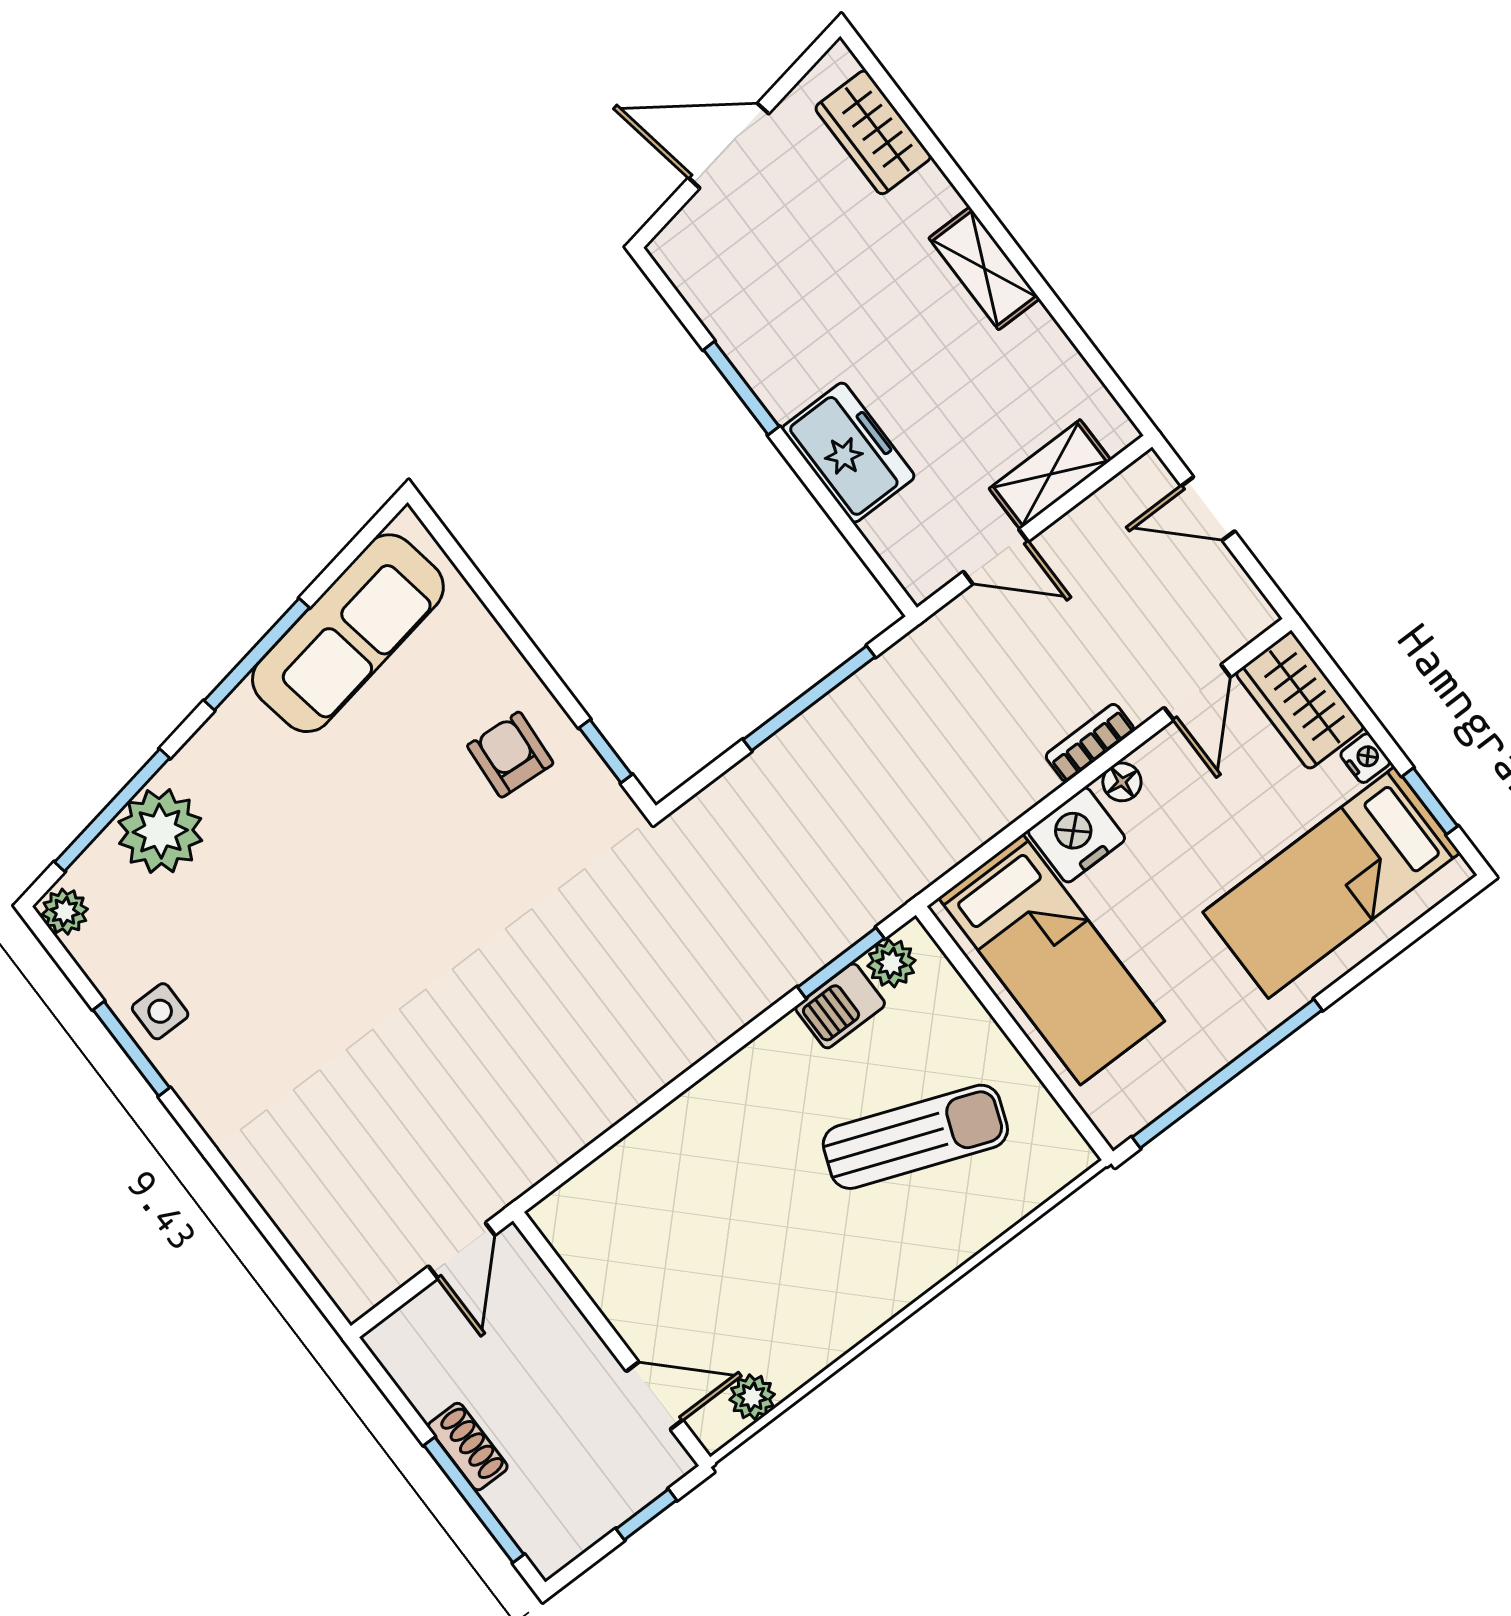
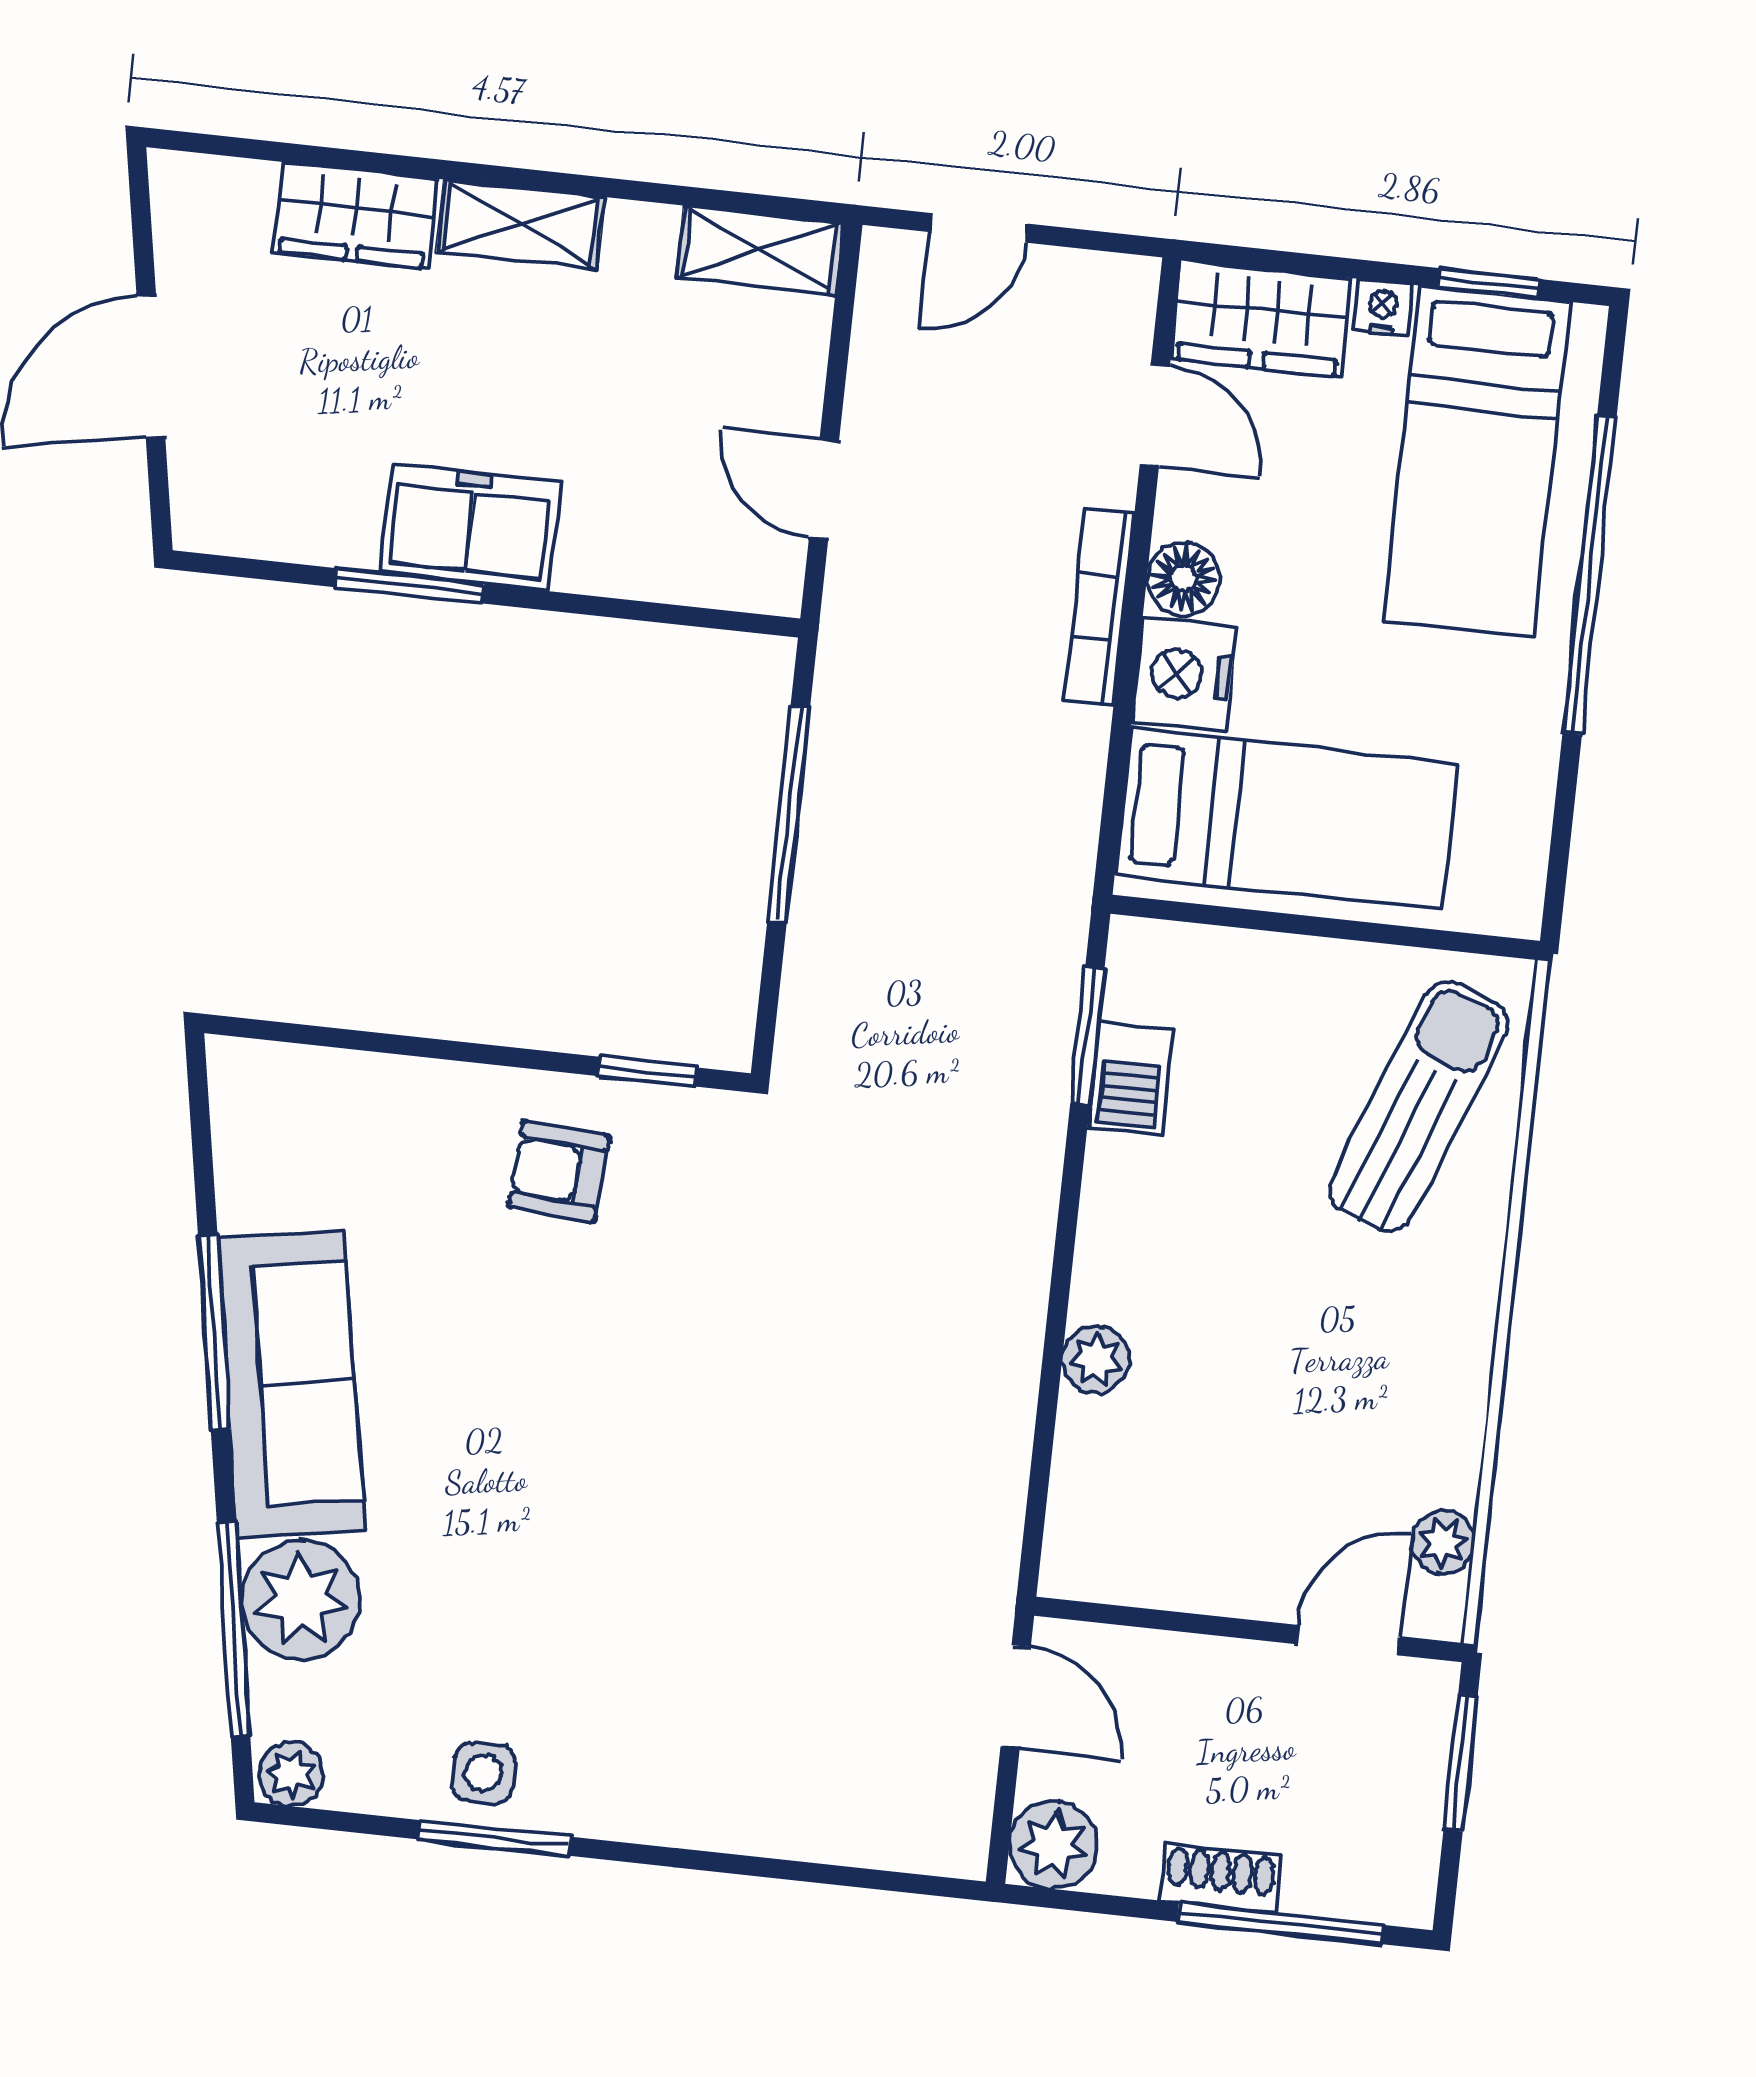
wardrobe: (873, 132) -> (356, 215), moved
freezer: (848, 453) -> (470, 527), moved
shelving: (1050, 474) -> (760, 250), moved, turned 90
door: (996, 557) -> (824, 489), swing flipped
sofa: (348, 633) -> (291, 1384), moved
bookcase: (1090, 743) -> (1099, 607), width x1.56
floor lamp: (1122, 782) -> (1183, 578), width x1.37, depth x1.37
plant: (891, 963) -> (1096, 1359), moved
window: (1227, 1074) -> (1589, 575), moved
sun lounger: (915, 1137) -> (1418, 1107), moved
plant: (403, 1343) -> (1053, 1845), added
window: (646, 1514) -> (1461, 1762), width x1.50

